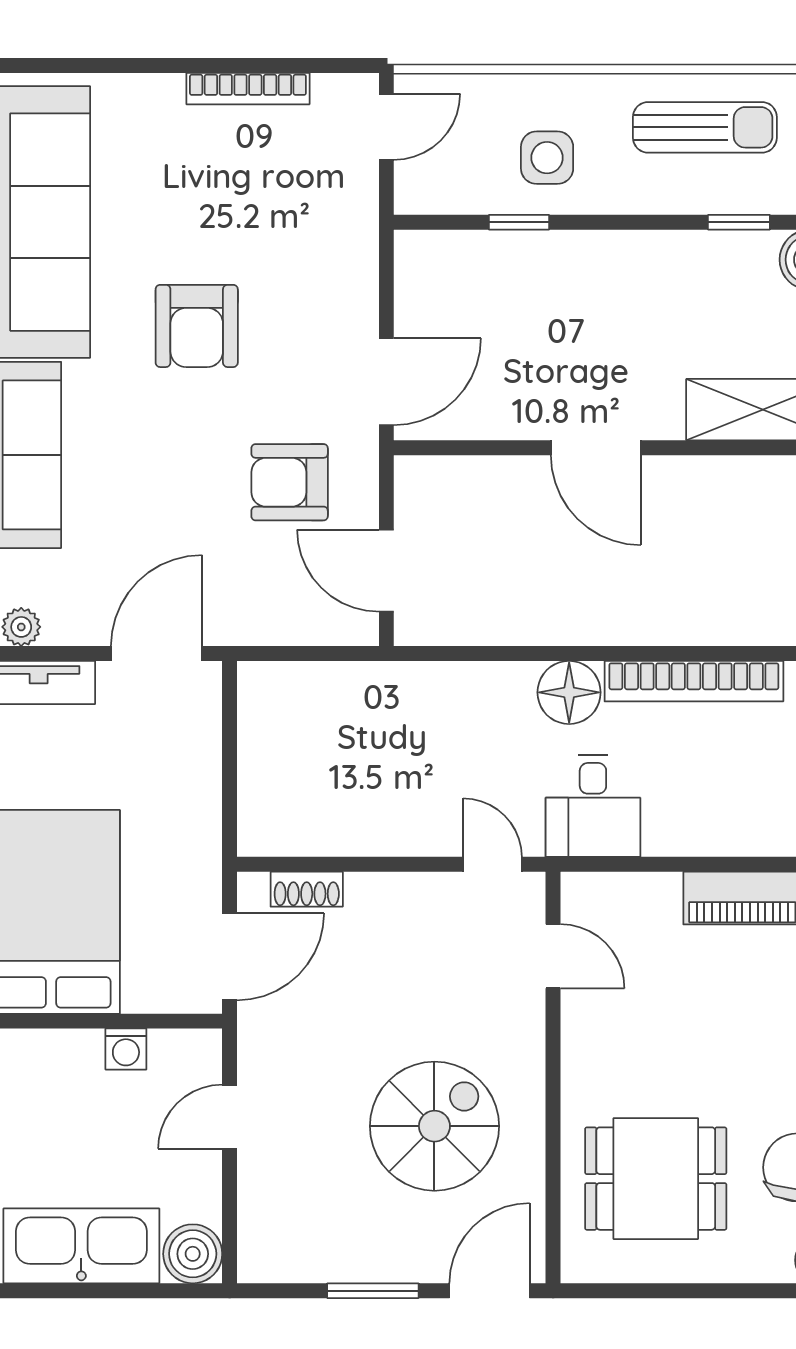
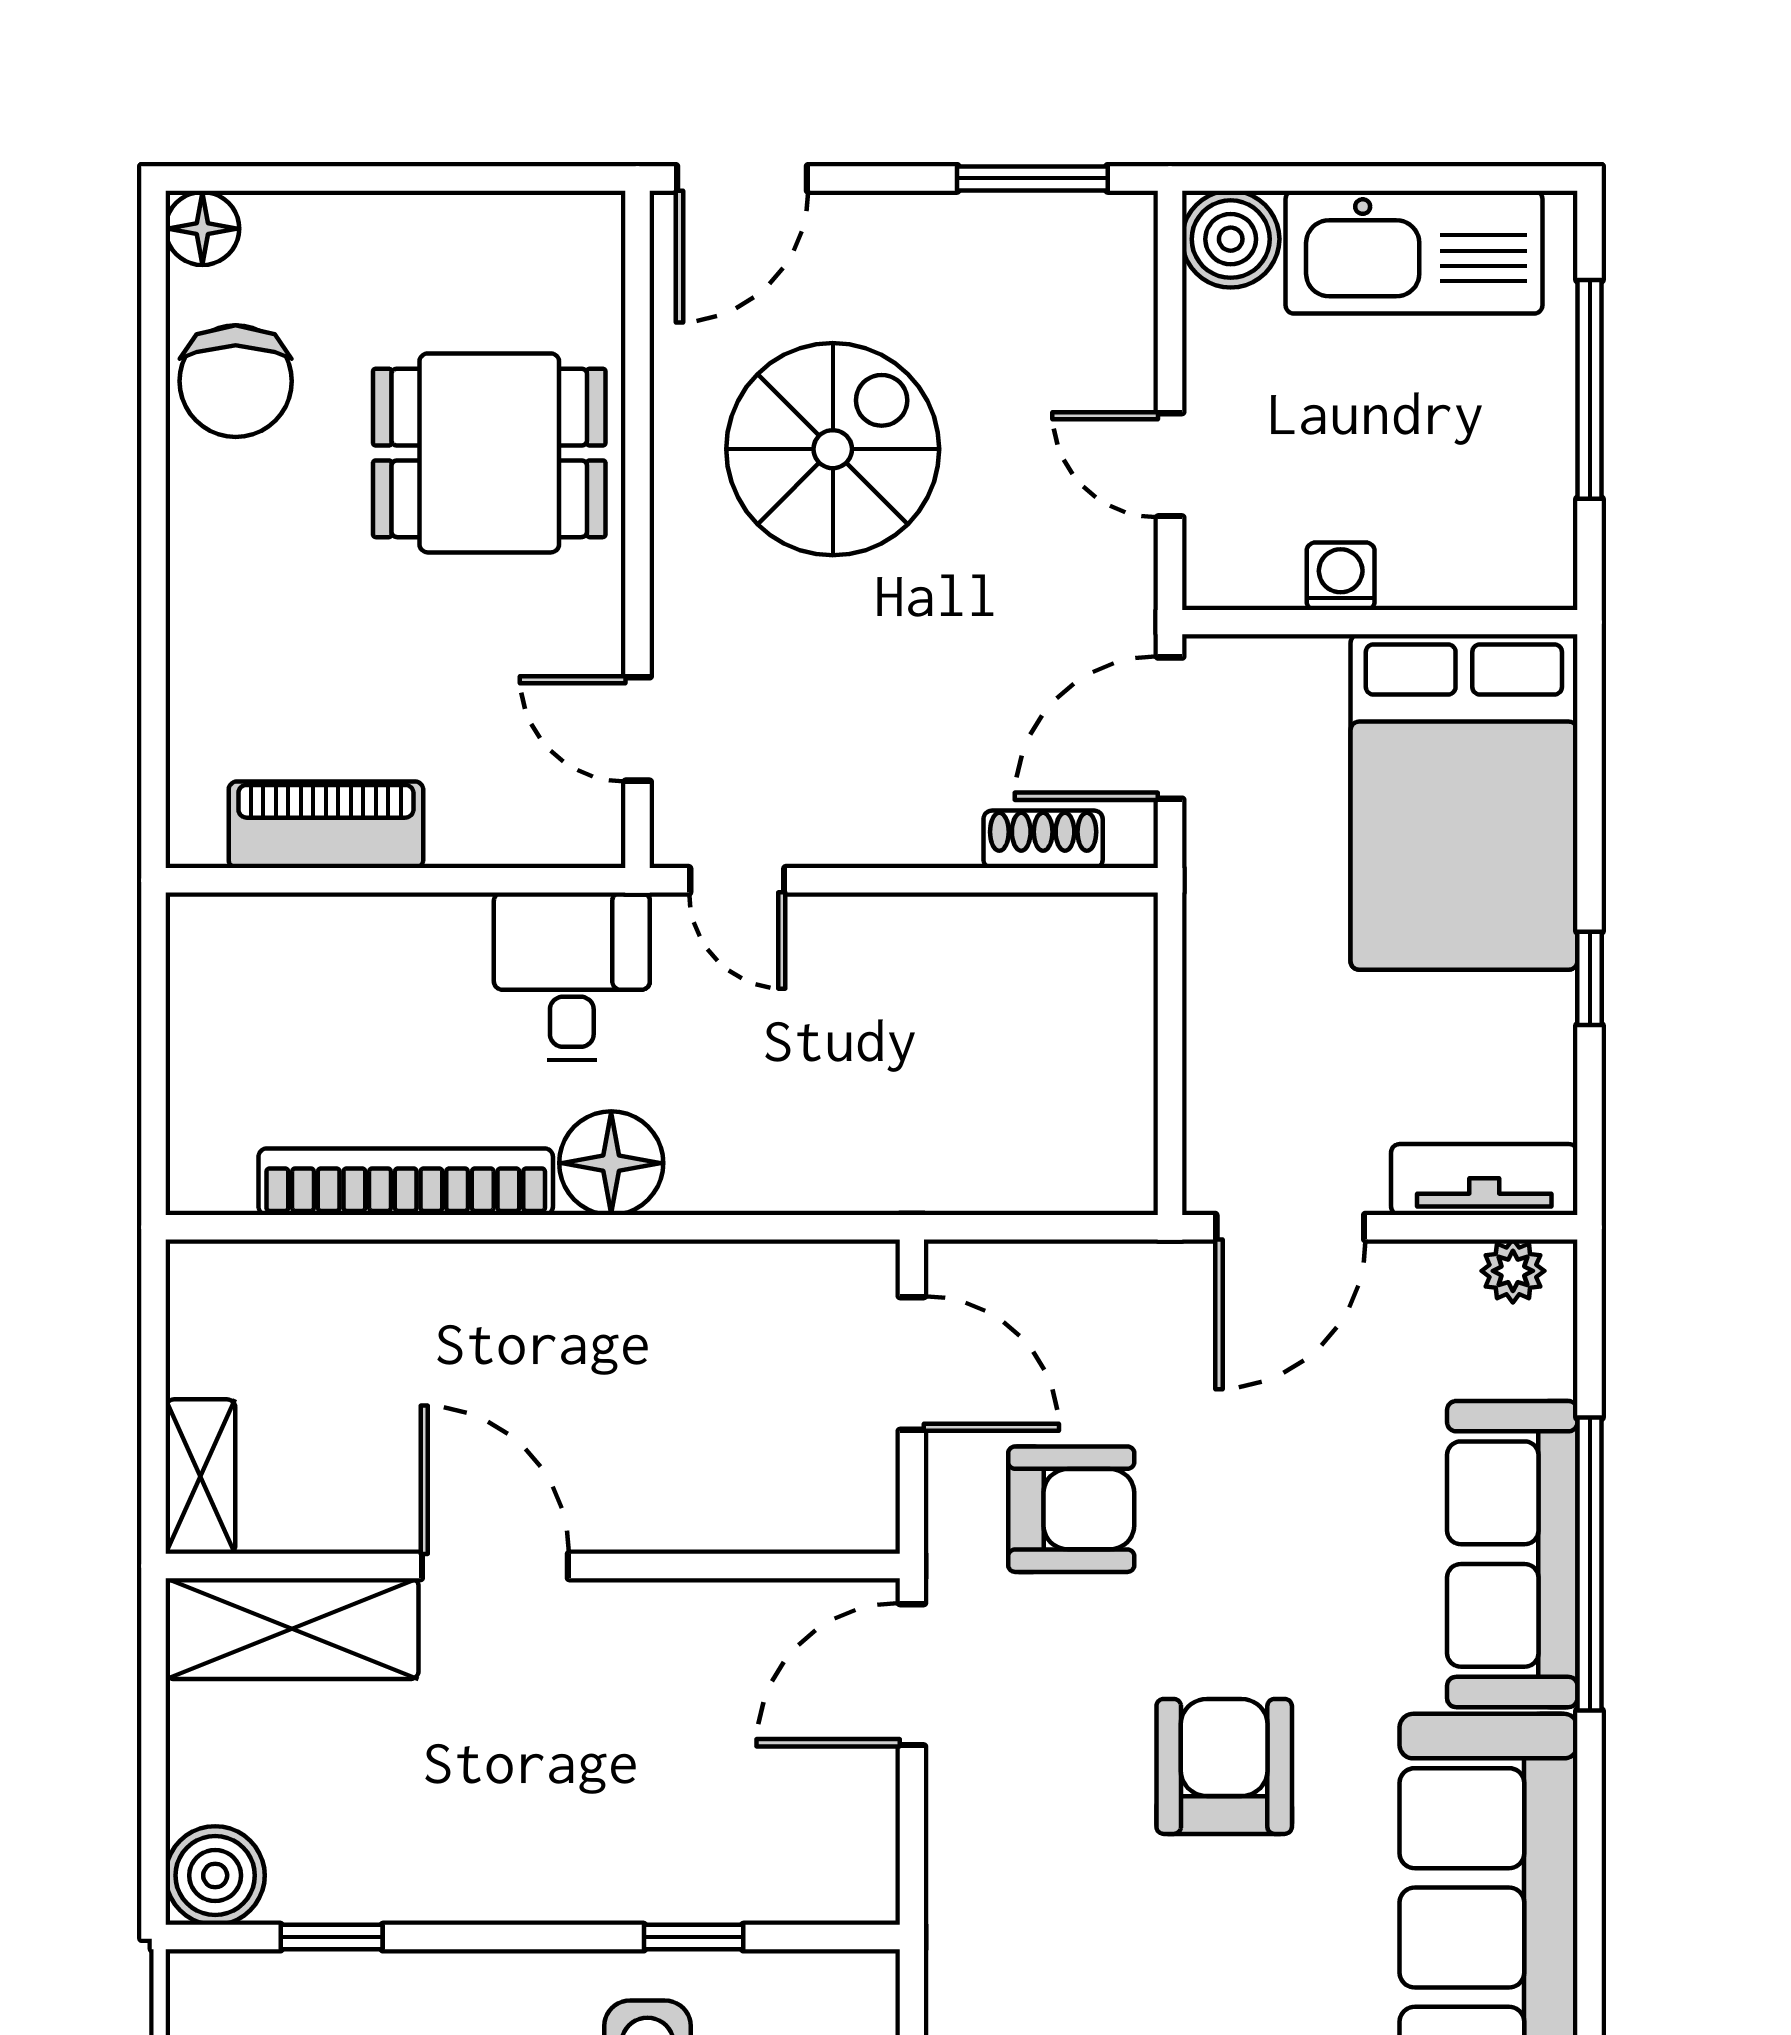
door: (596, 448) -> (495, 1566), moved
door: (230, 1117) -> (1170, 465), swing flipped
spiral stairs: (434, 1126) -> (833, 449), turned 180
dining table: (656, 1179) -> (489, 453), moved
window: (373, 1291) -> (1032, 178), moved

